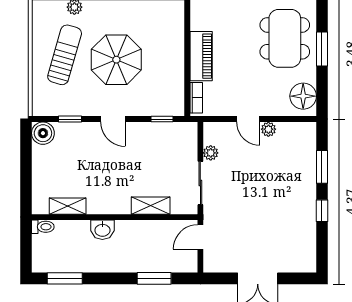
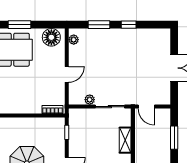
piano: (201, 56) -> (24, 106), removed
plant: (268, 129) -> (74, 40), moved

